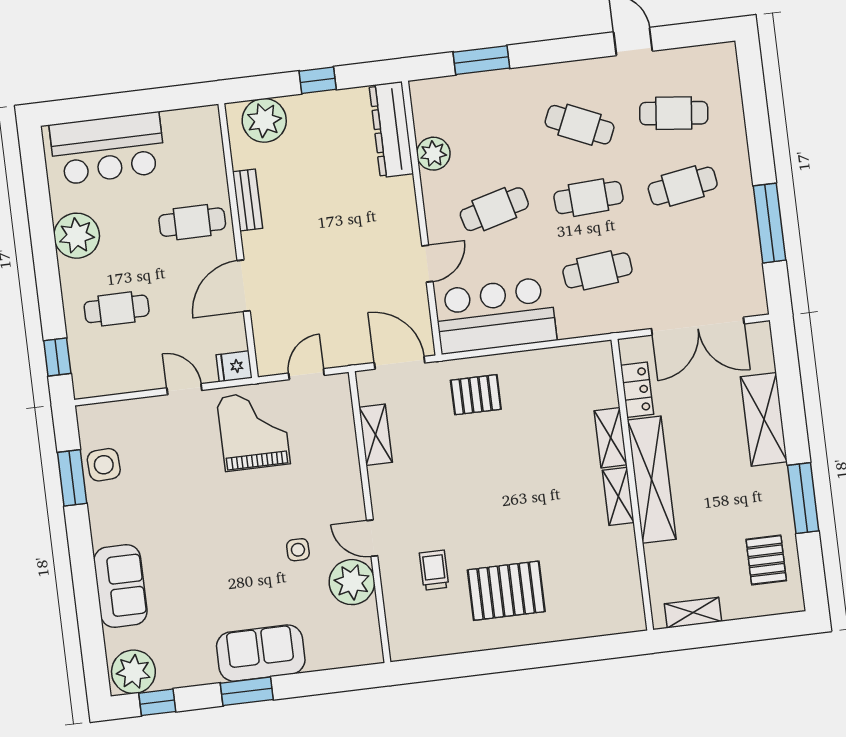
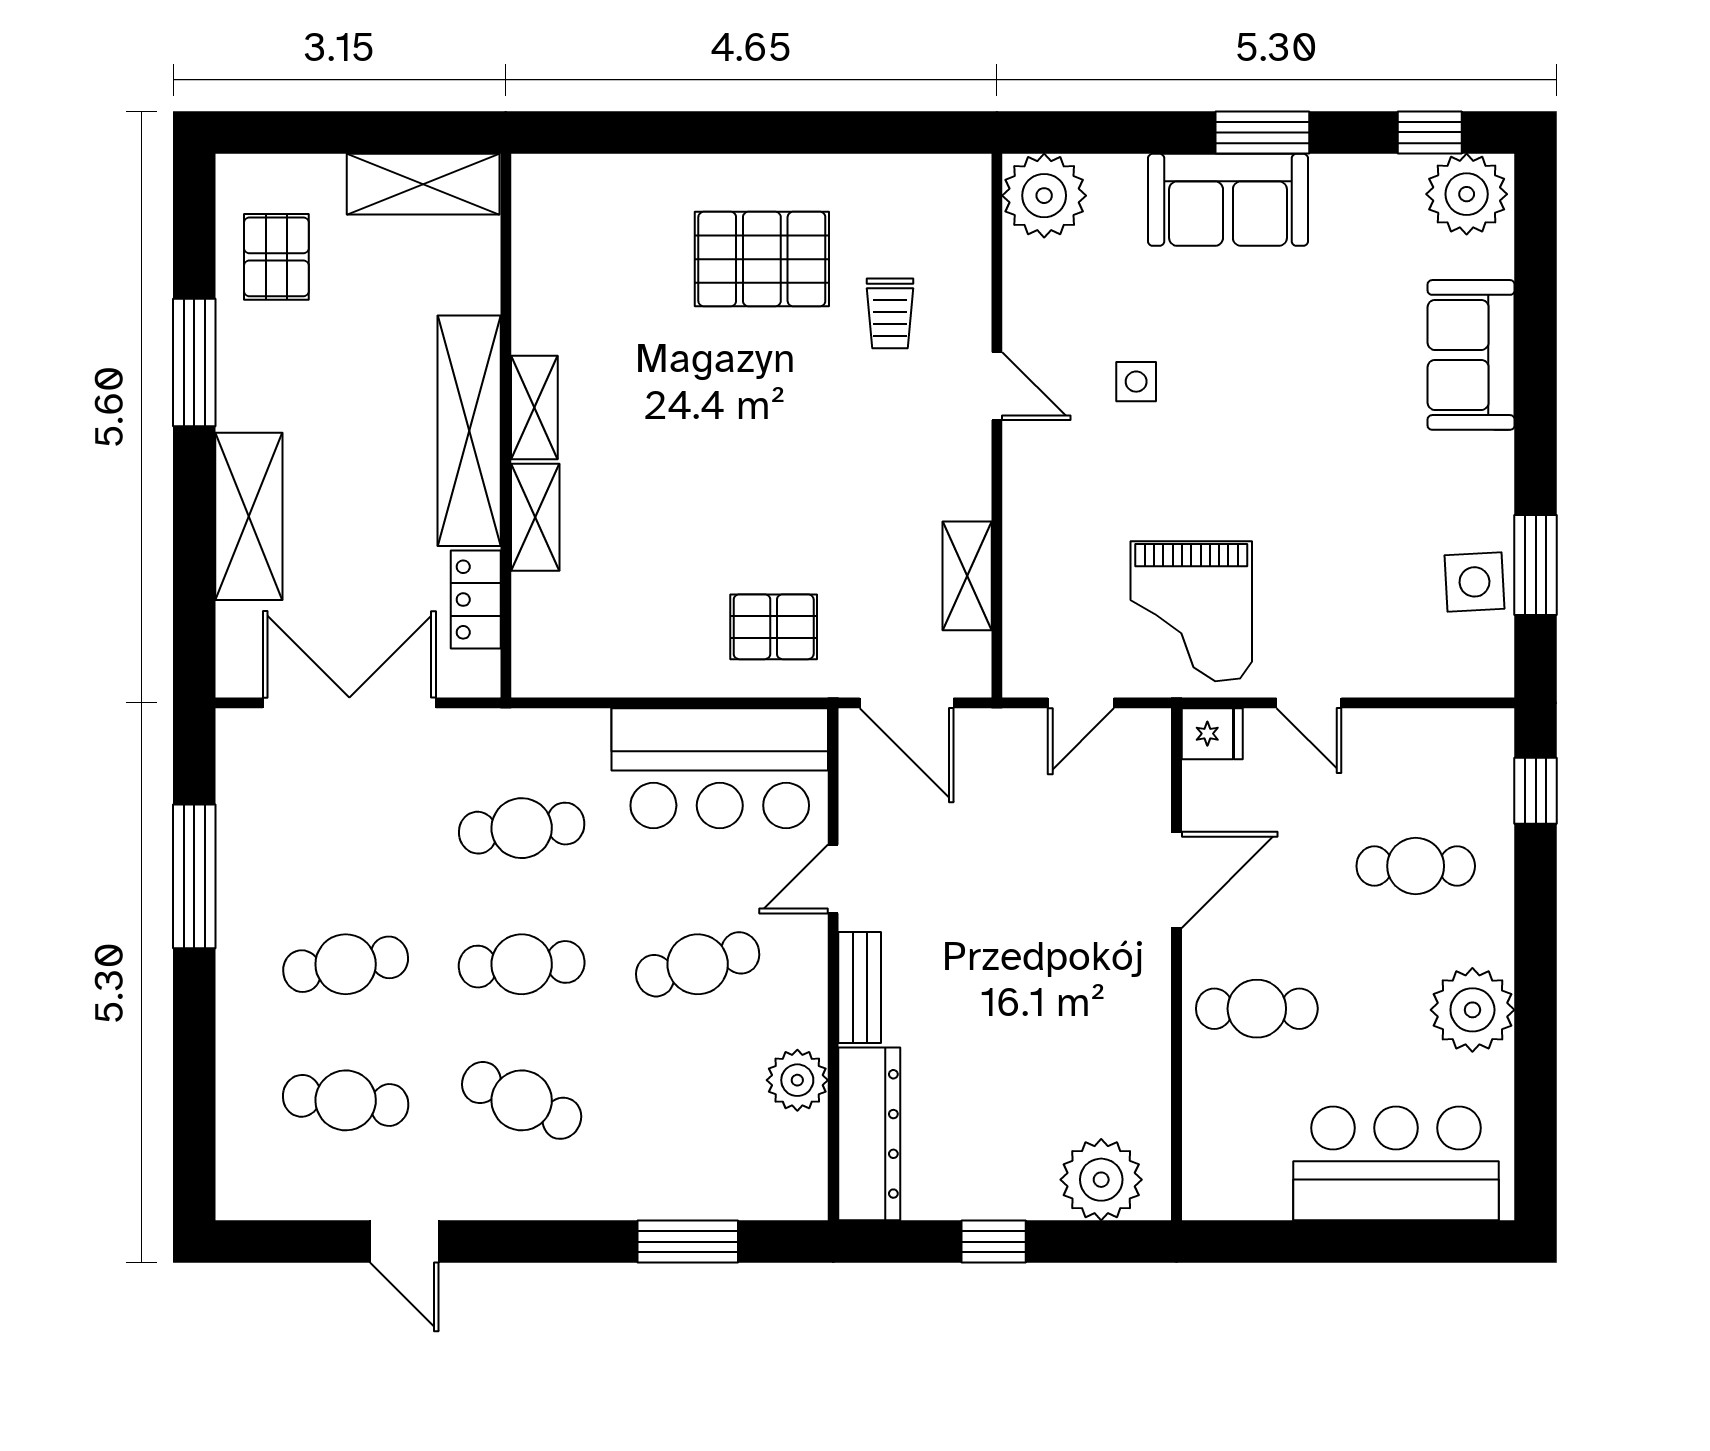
bench: (248, 200) -> (860, 988), moved
plant: (352, 582) -> (1044, 196), moved
shelving: (693, 613) -> (423, 184), width x1.50, depth x1.33

